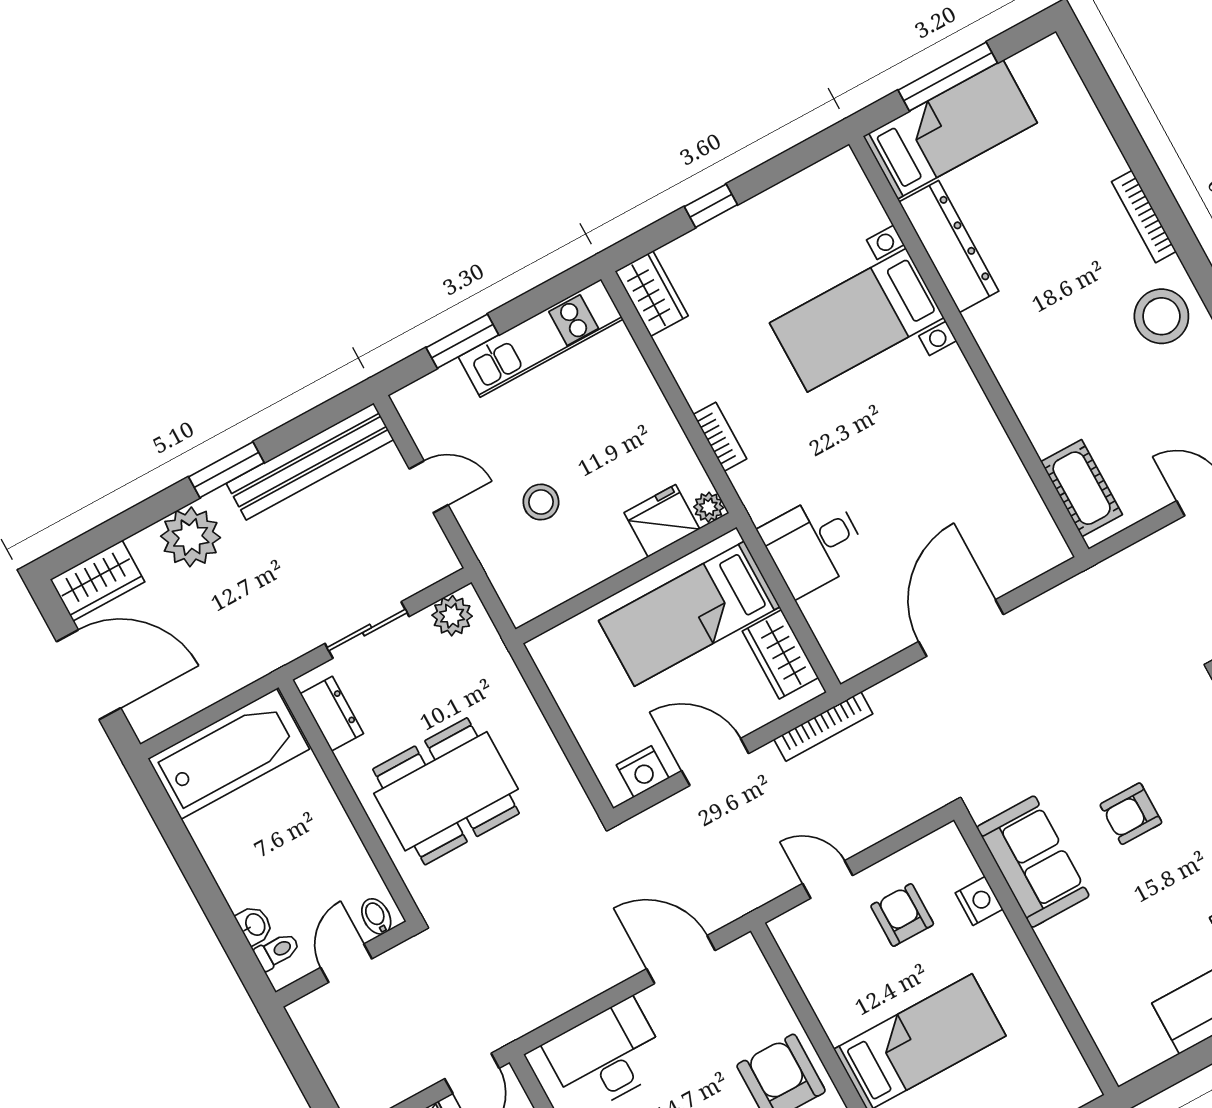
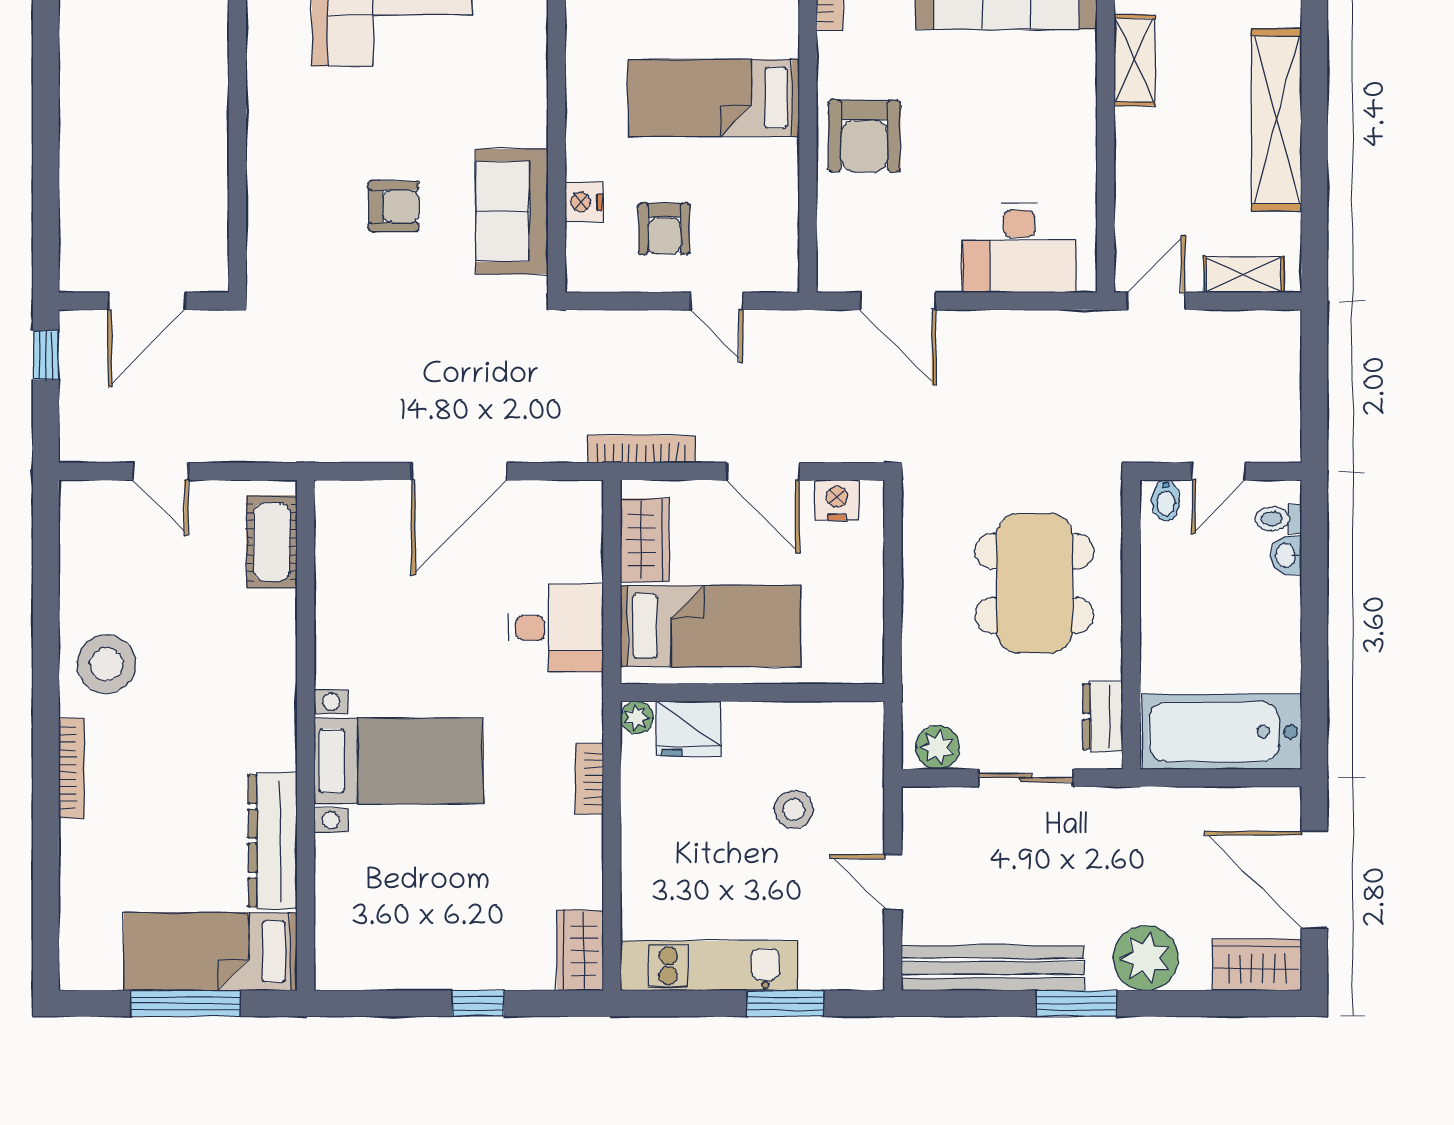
bed with nightstands: (857, 320) -> (399, 761), moved
dining table: (446, 791) -> (1034, 583), turned 90

